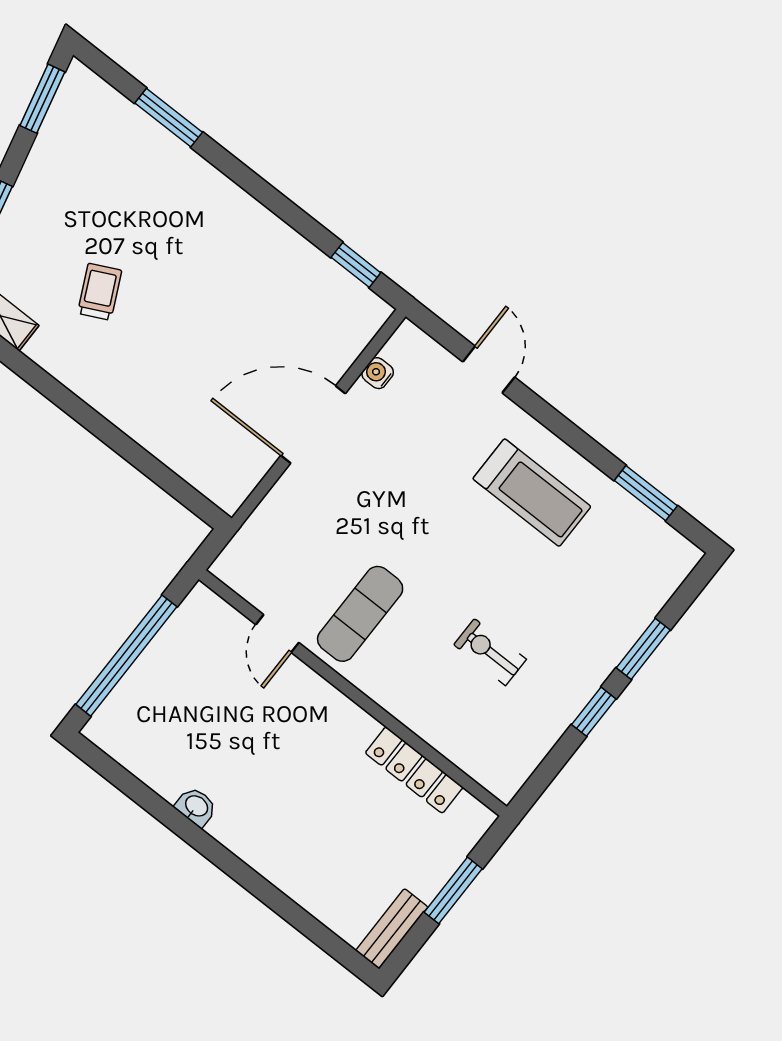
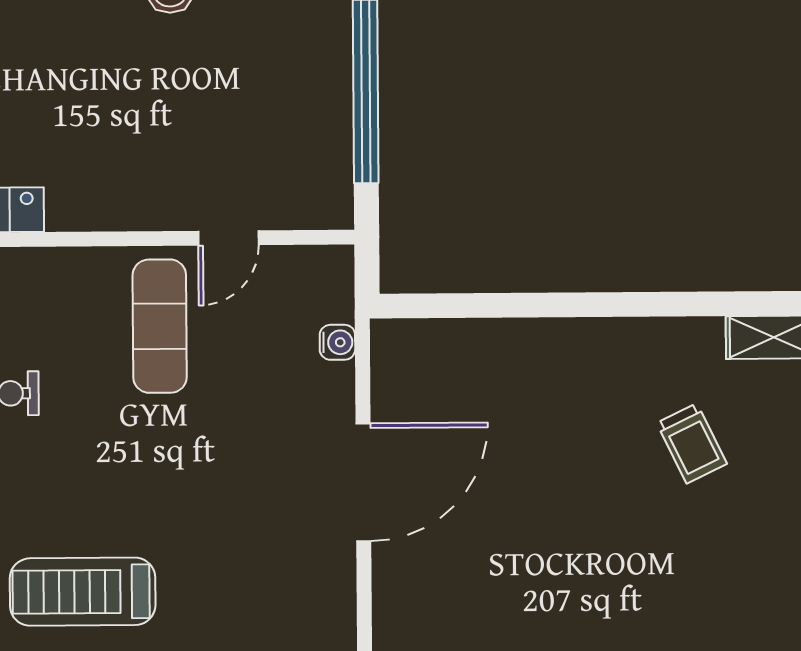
water cooler: (378, 373) -> (337, 342), moved
door: (277, 634) -> (228, 238), swing flipped

